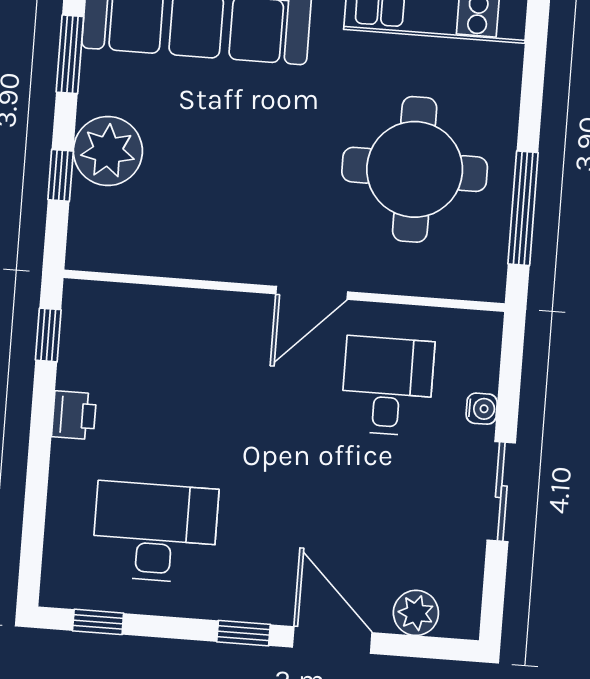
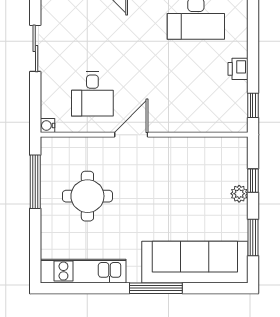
plant: (108, 151) -> (239, 194), width x0.53, depth x0.53
round table: (415, 169) -> (87, 196), width x0.73, depth x0.73
water cooler: (482, 409) -> (48, 126), moved

